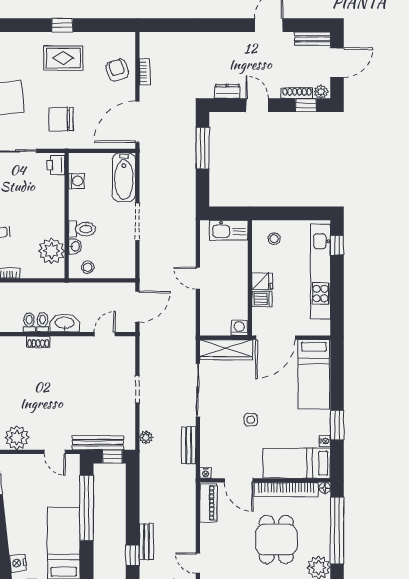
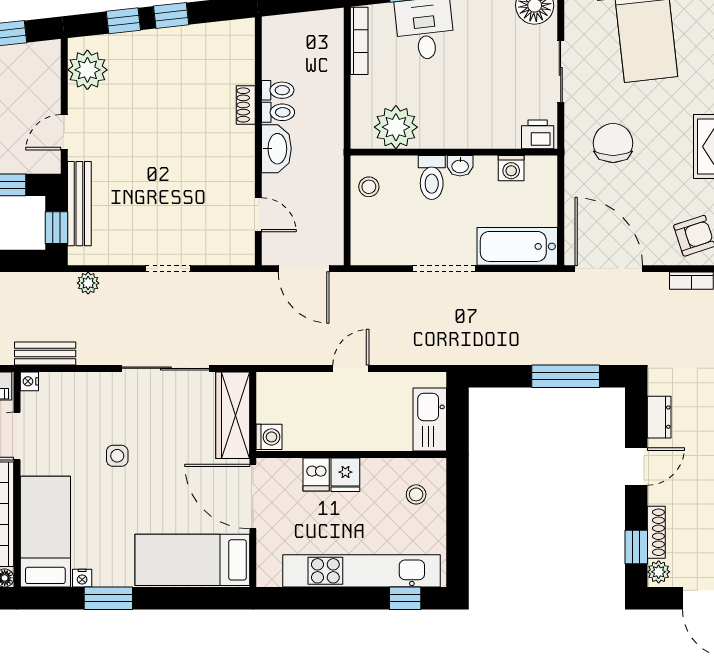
washbasin: (75, 246) -> (460, 166), moved
bench: (189, 445) -> (45, 353), moved

